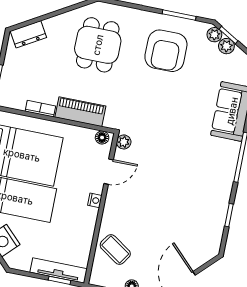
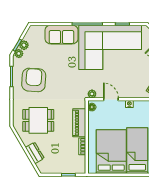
dresser: (28, 34) -> (35, 153), moved
armchair: (166, 51) -> (34, 80), turned -86
corner sofa: (194, 187) -> (110, 47), added

